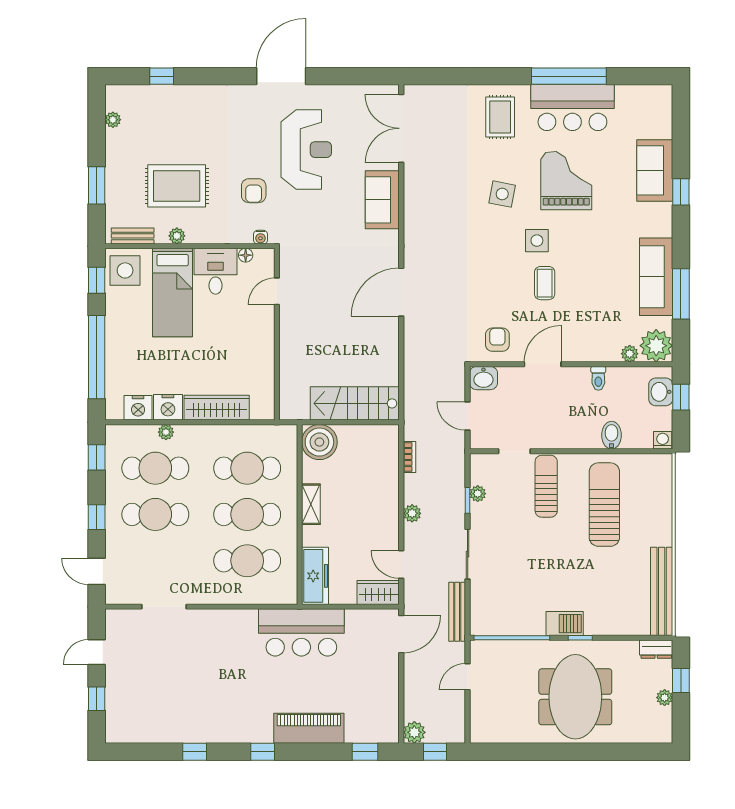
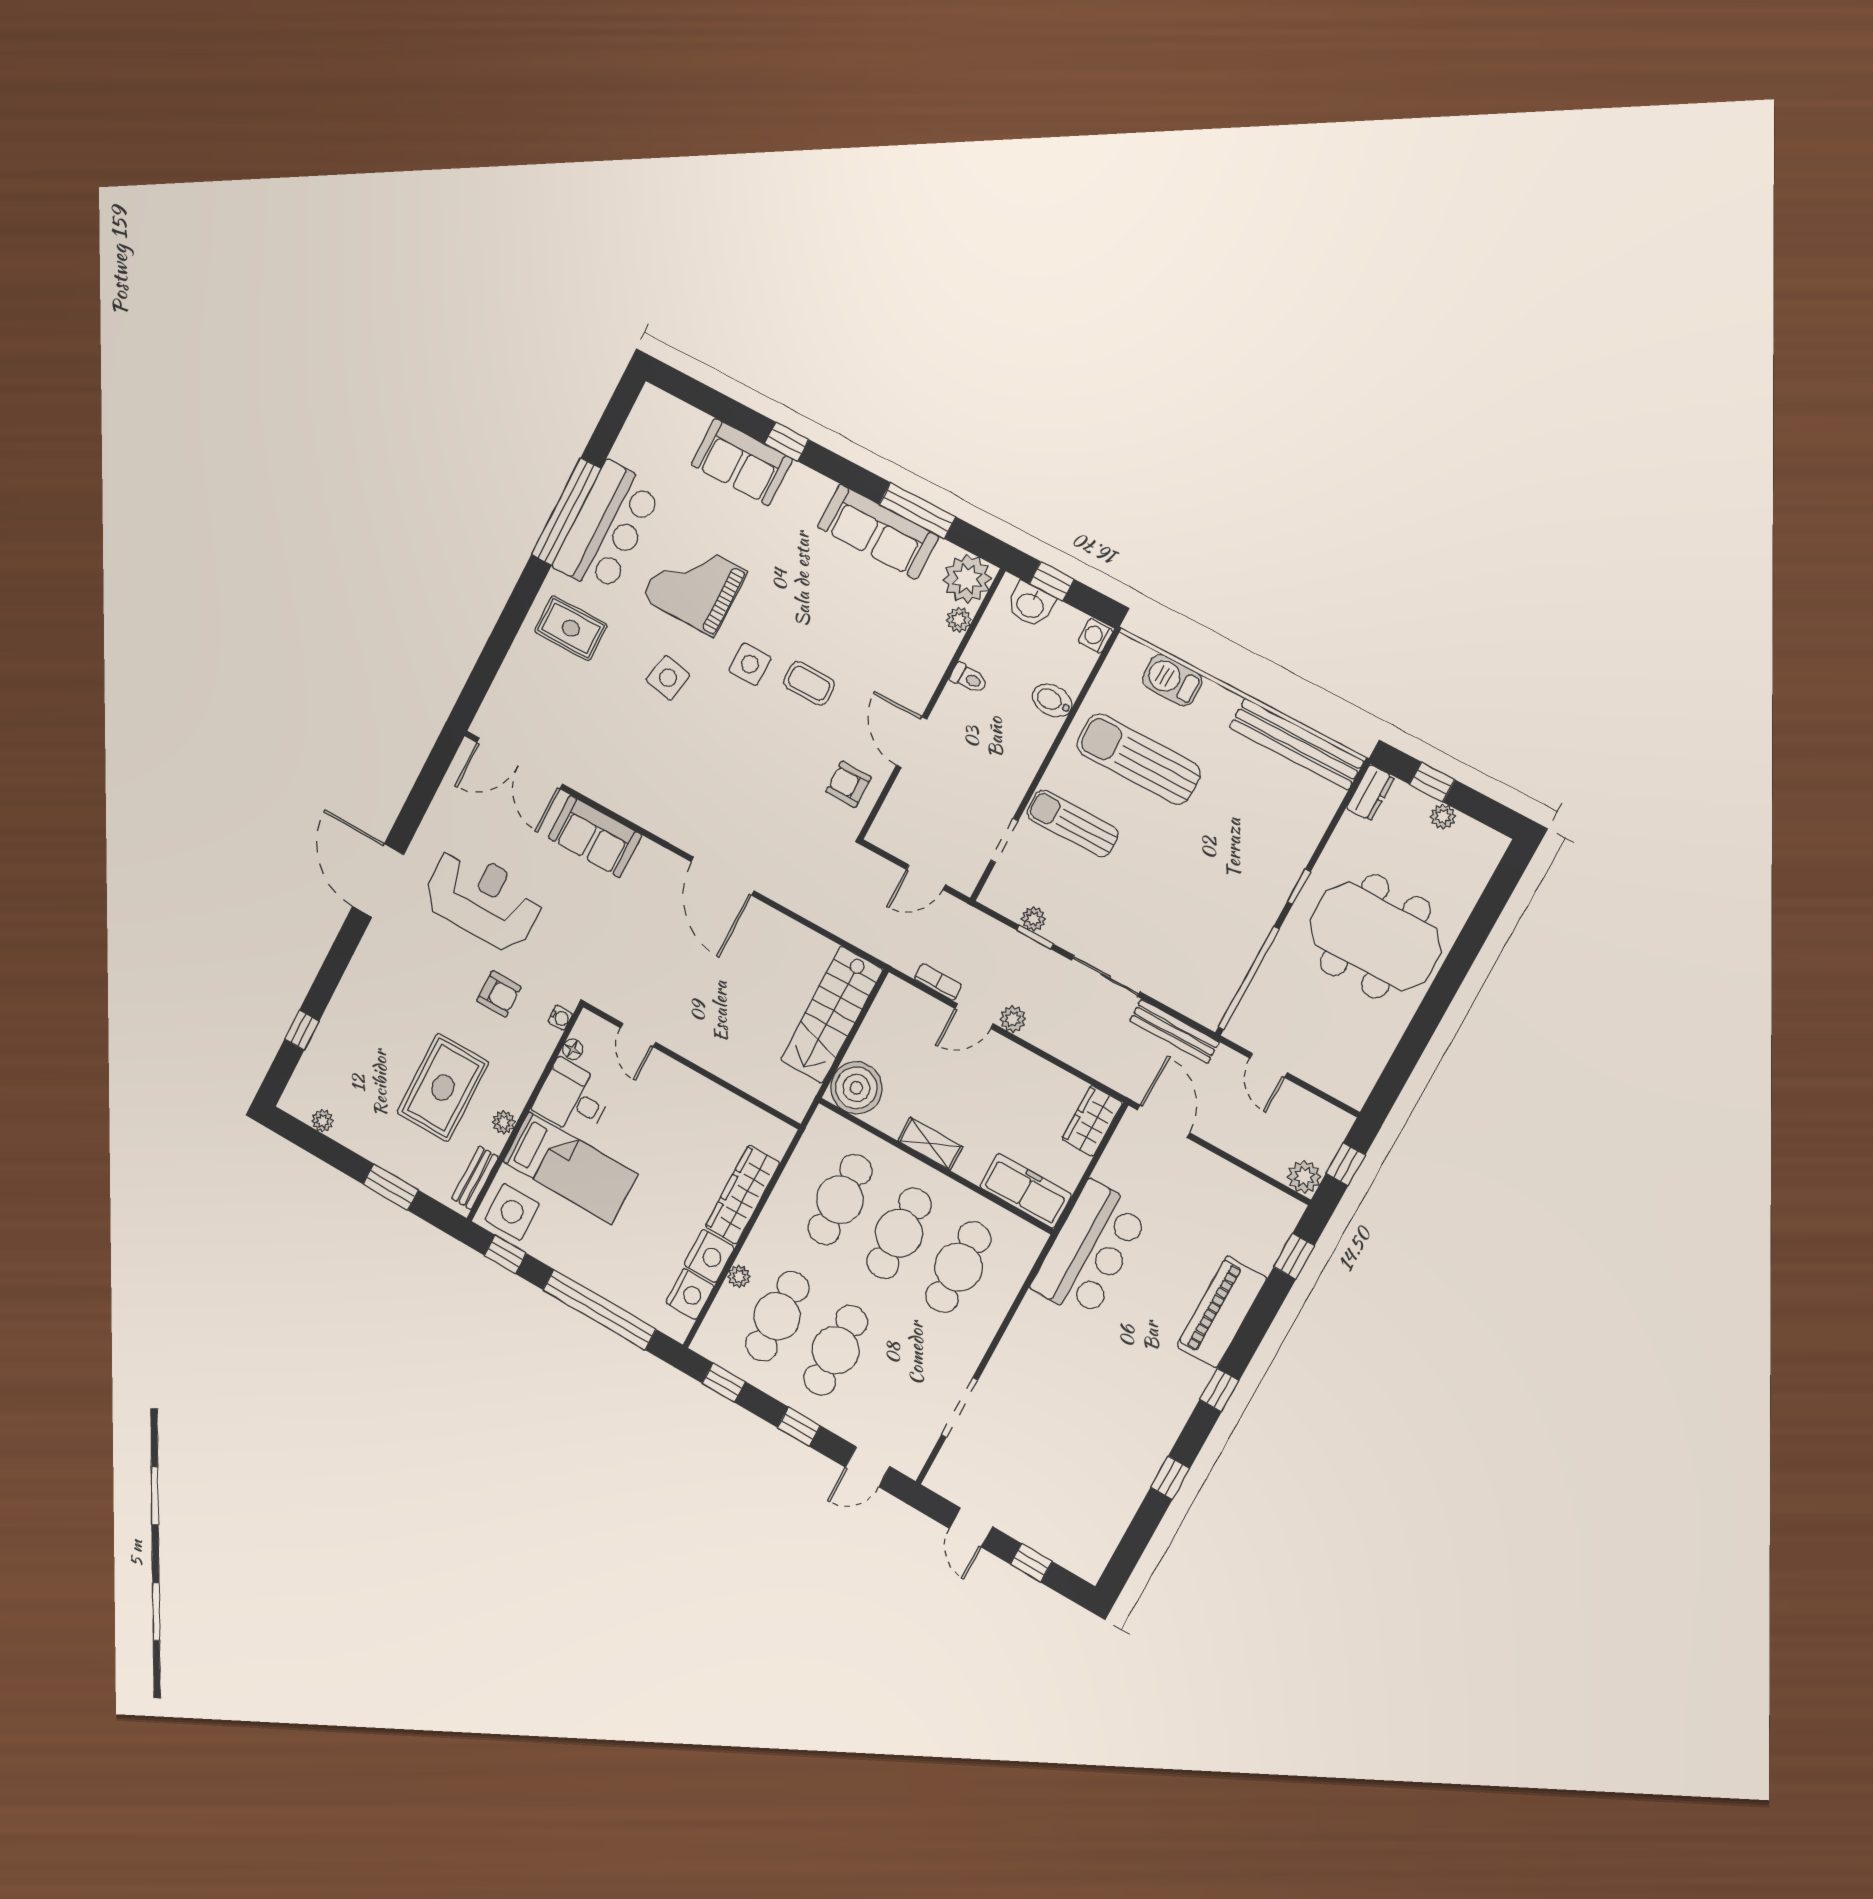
washbasin: (483, 378) -> (888, 829), removed
door: (401, 565) -> (974, 1016), moved
barbecue: (565, 624) -> (1172, 680), moved, turned -90

